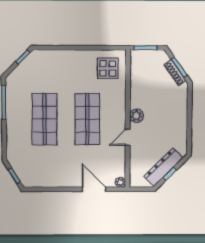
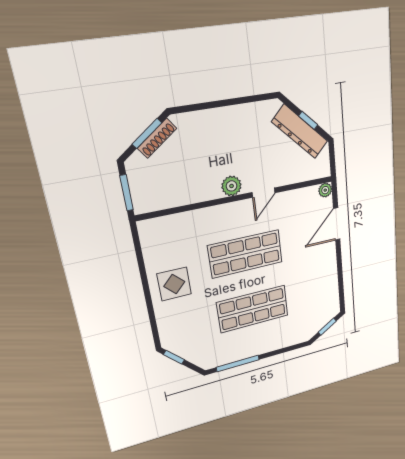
display table: (108, 68) -> (174, 284), moved
door: (128, 137) -> (263, 193), hinge flipped

